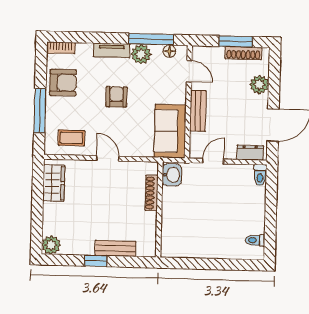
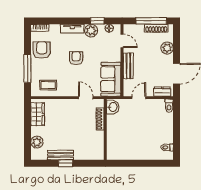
window: (151, 39) -> (97, 21), width x0.46
window: (236, 41) -> (151, 21), width x1.44
armchair: (63, 83) -> (42, 50), turned -90
door: (108, 158) -> (86, 98), moved
plant: (51, 245) -> (37, 142), moved
bench: (115, 248) -> (61, 155), moved

